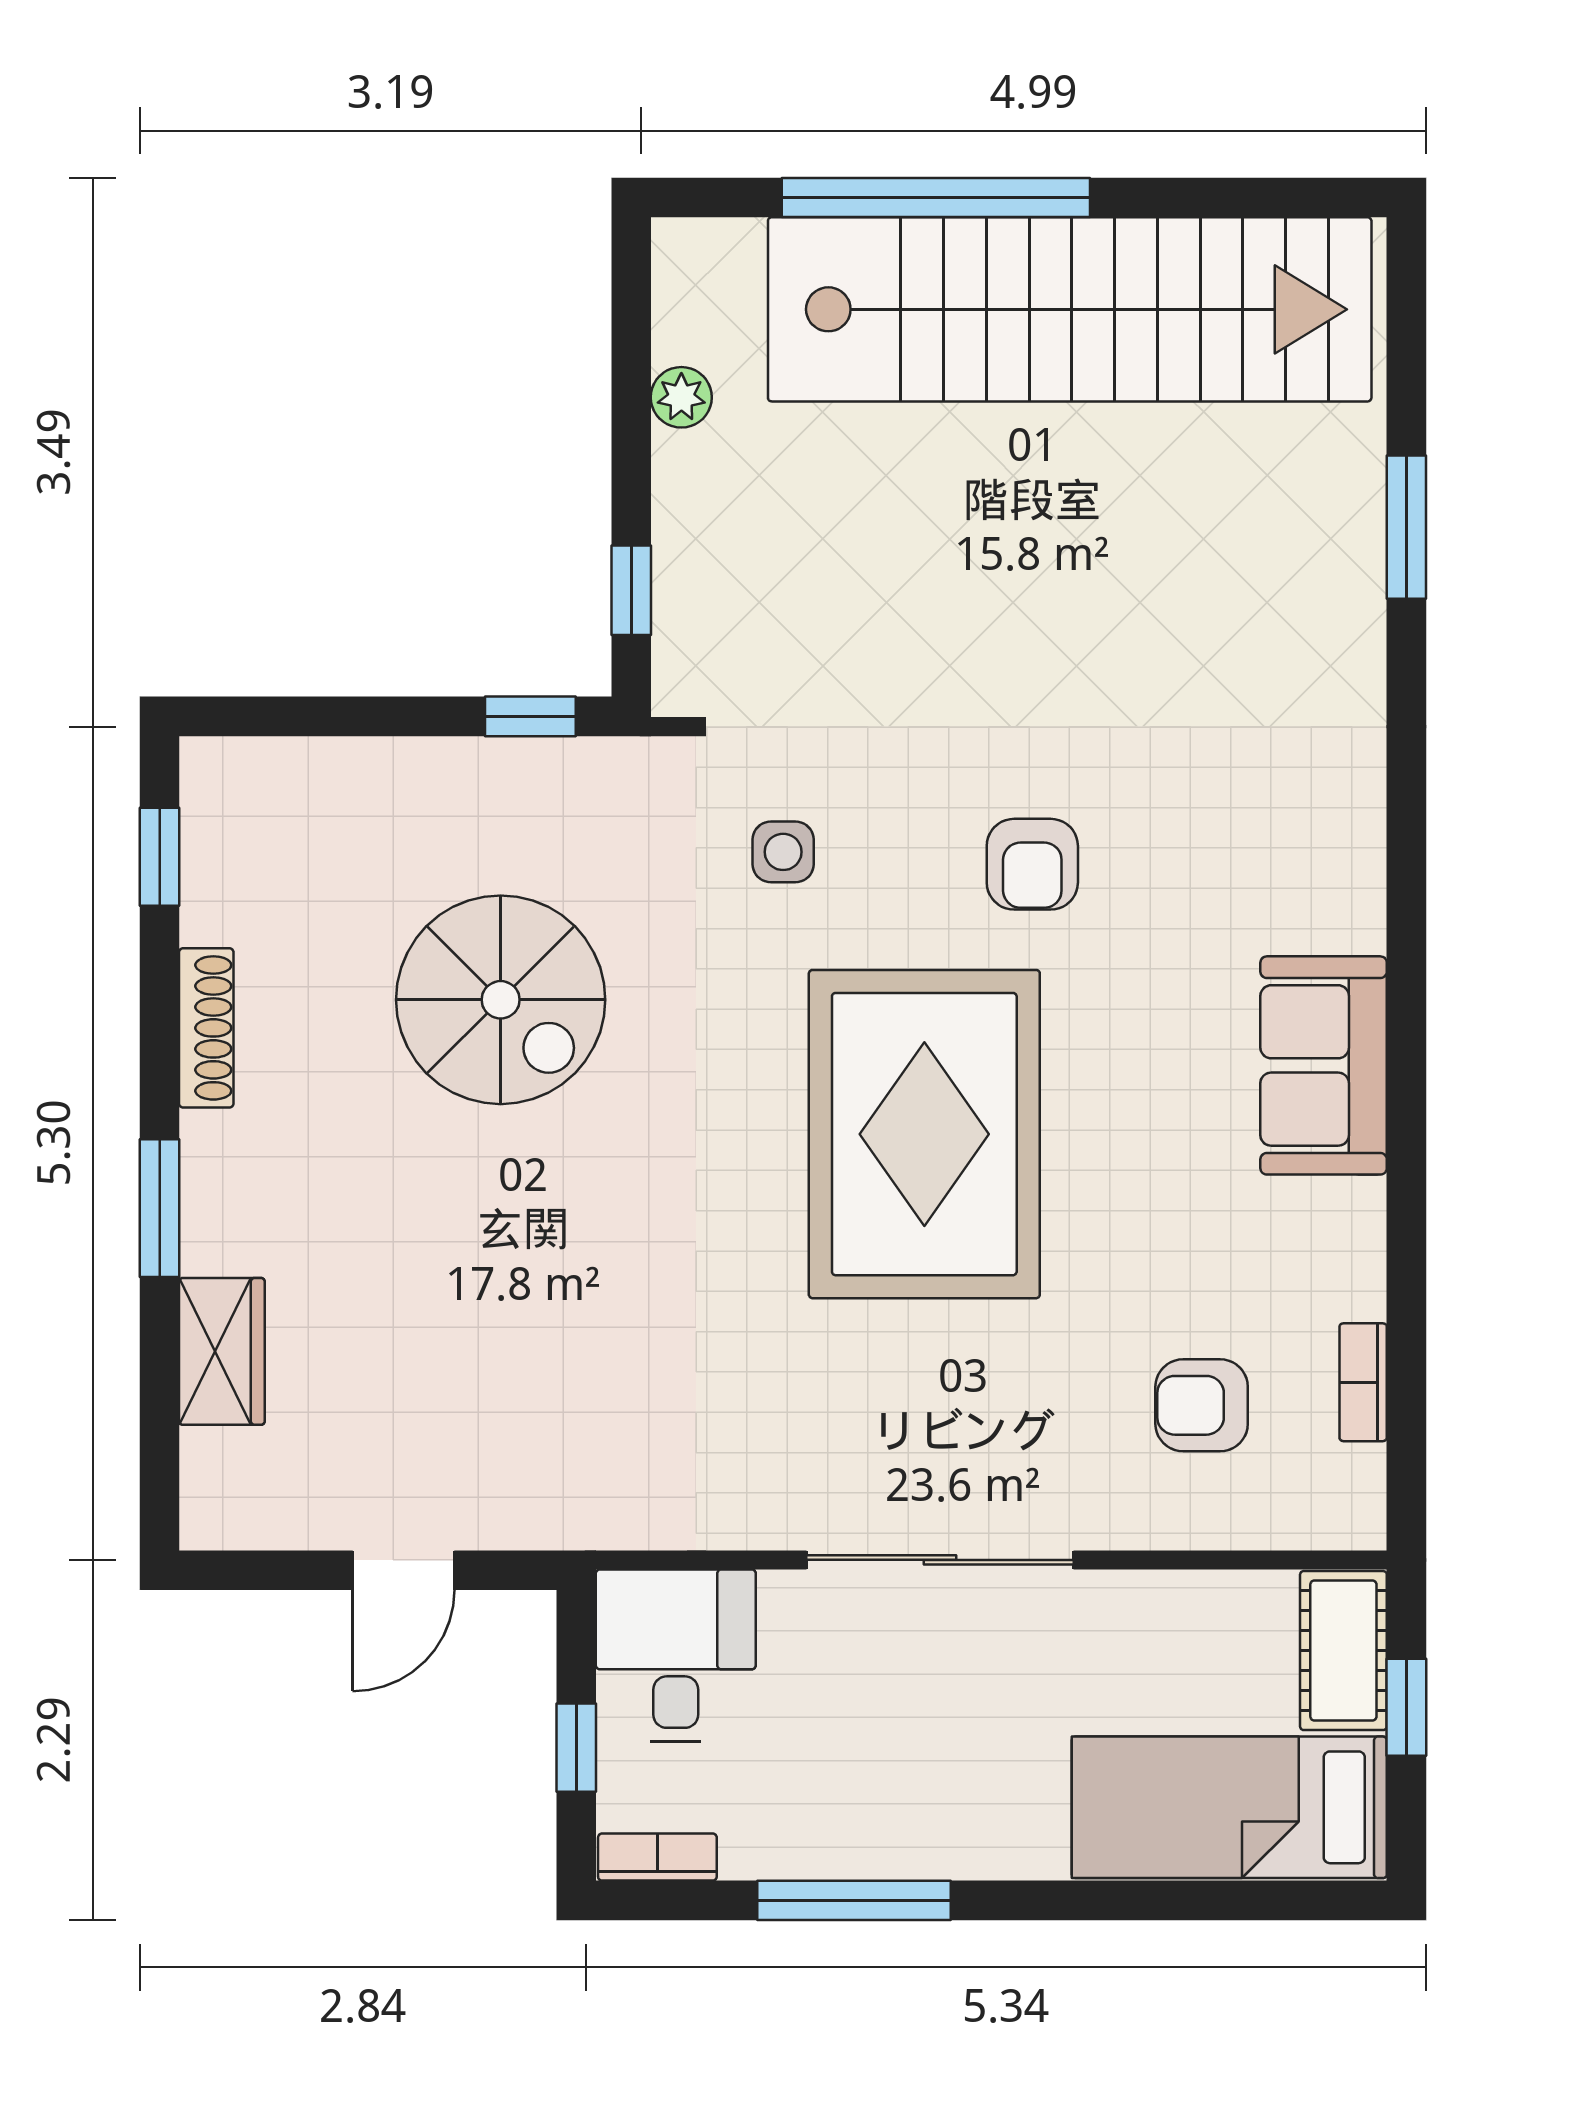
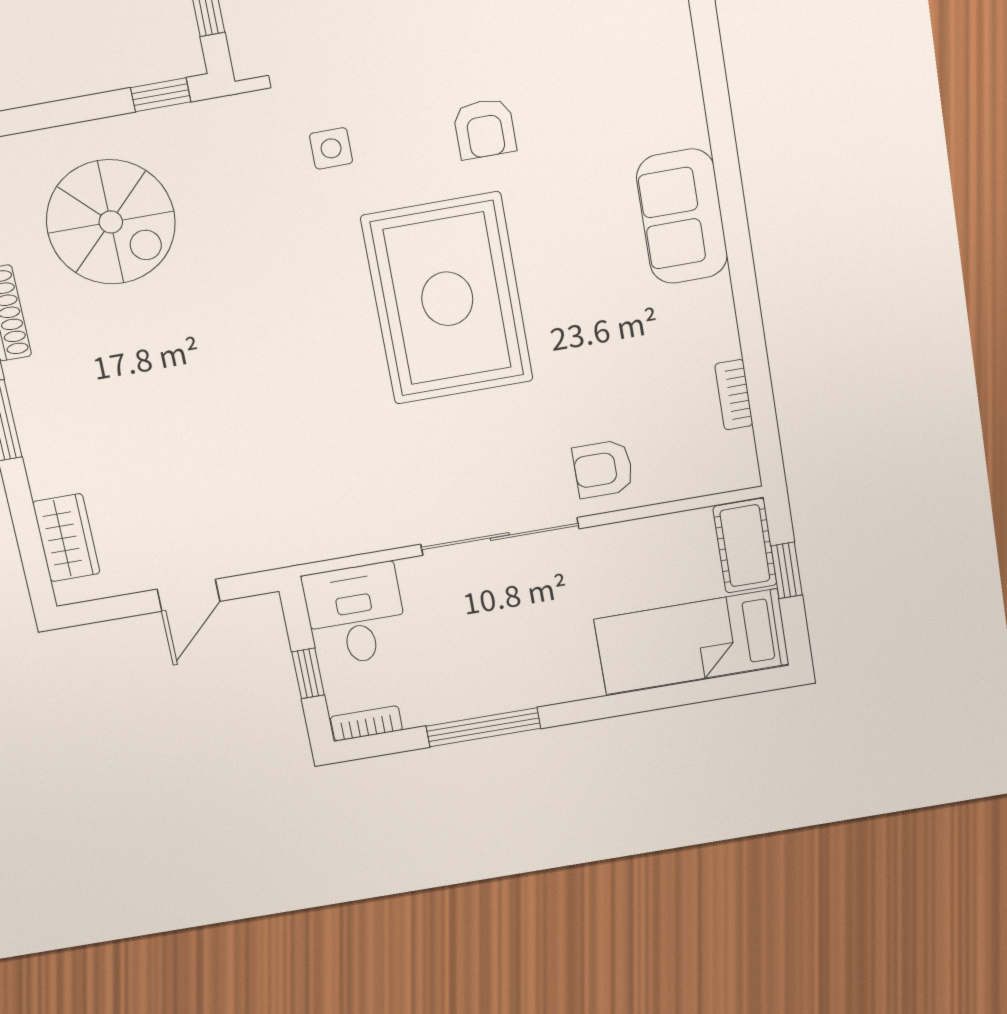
spiral stairs: (501, 1000) -> (111, 222), moved
wardrobe: (222, 1351) -> (66, 538), moved
armchair: (1202, 1405) -> (603, 469), moved

